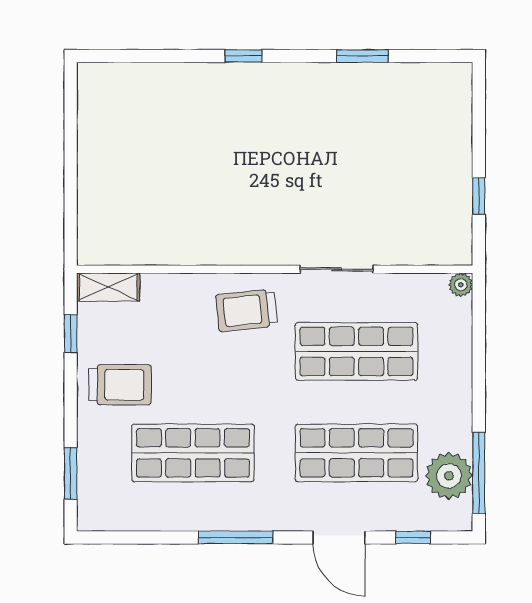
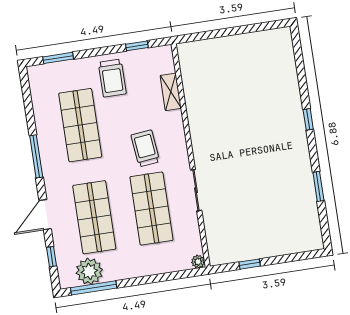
shelving: (108, 287) -> (171, 92), moved
trolley: (247, 310) -> (145, 148), moved

